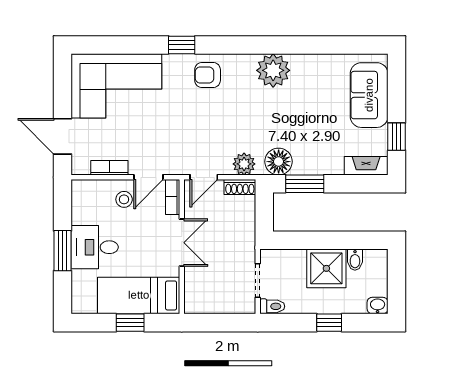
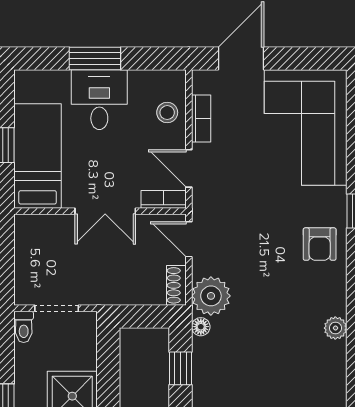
plant: (273, 70) -> (335, 328), width x0.53, depth x0.53
armchair: (208, 75) -> (320, 244), turned 180
floor lamp: (279, 162) -> (201, 327), width x0.53, depth x0.53
plant: (244, 164) -> (211, 296), width x1.36, depth x1.36
window: (305, 184) -> (180, 368), width x0.67
stool: (124, 199) -> (167, 113), moved

